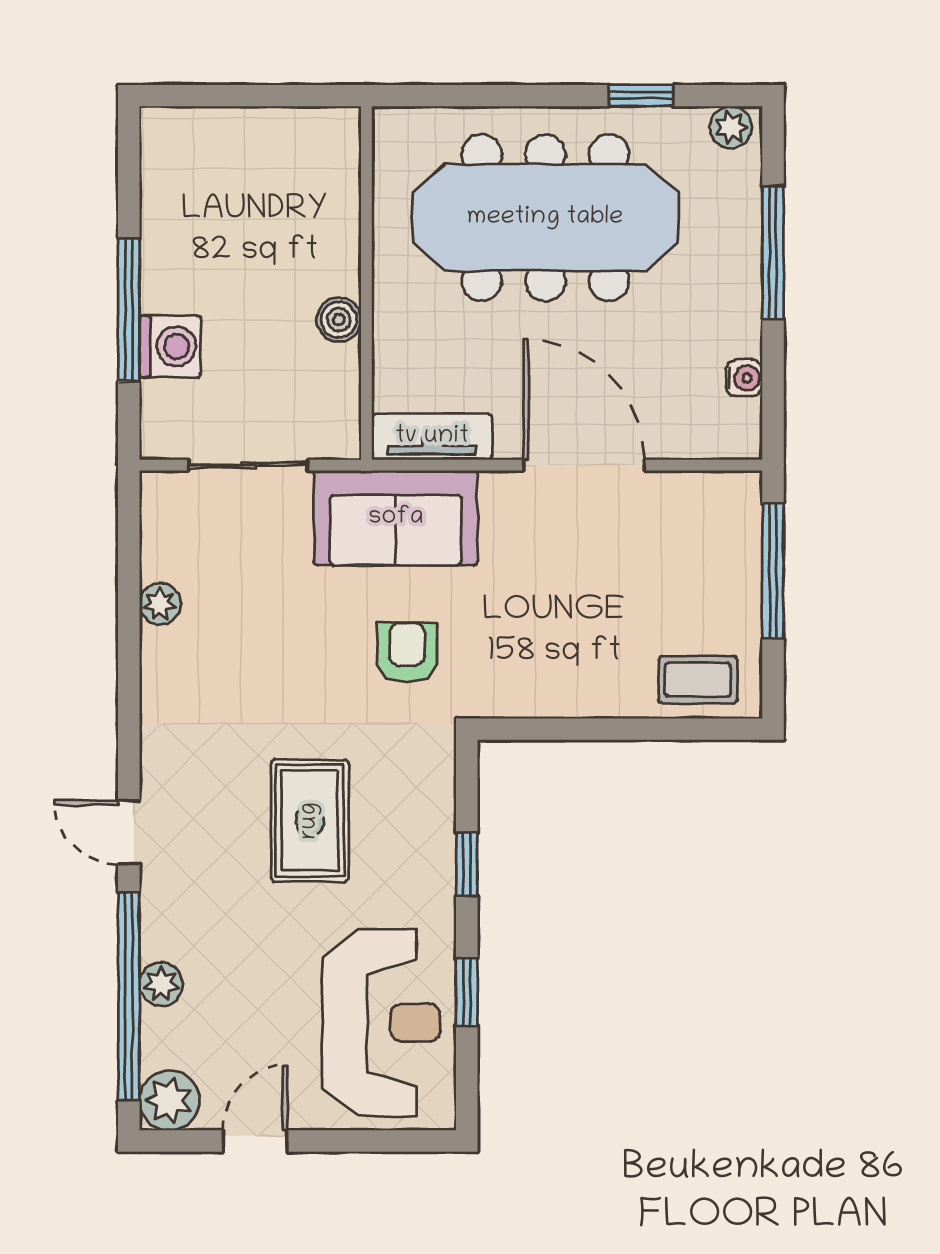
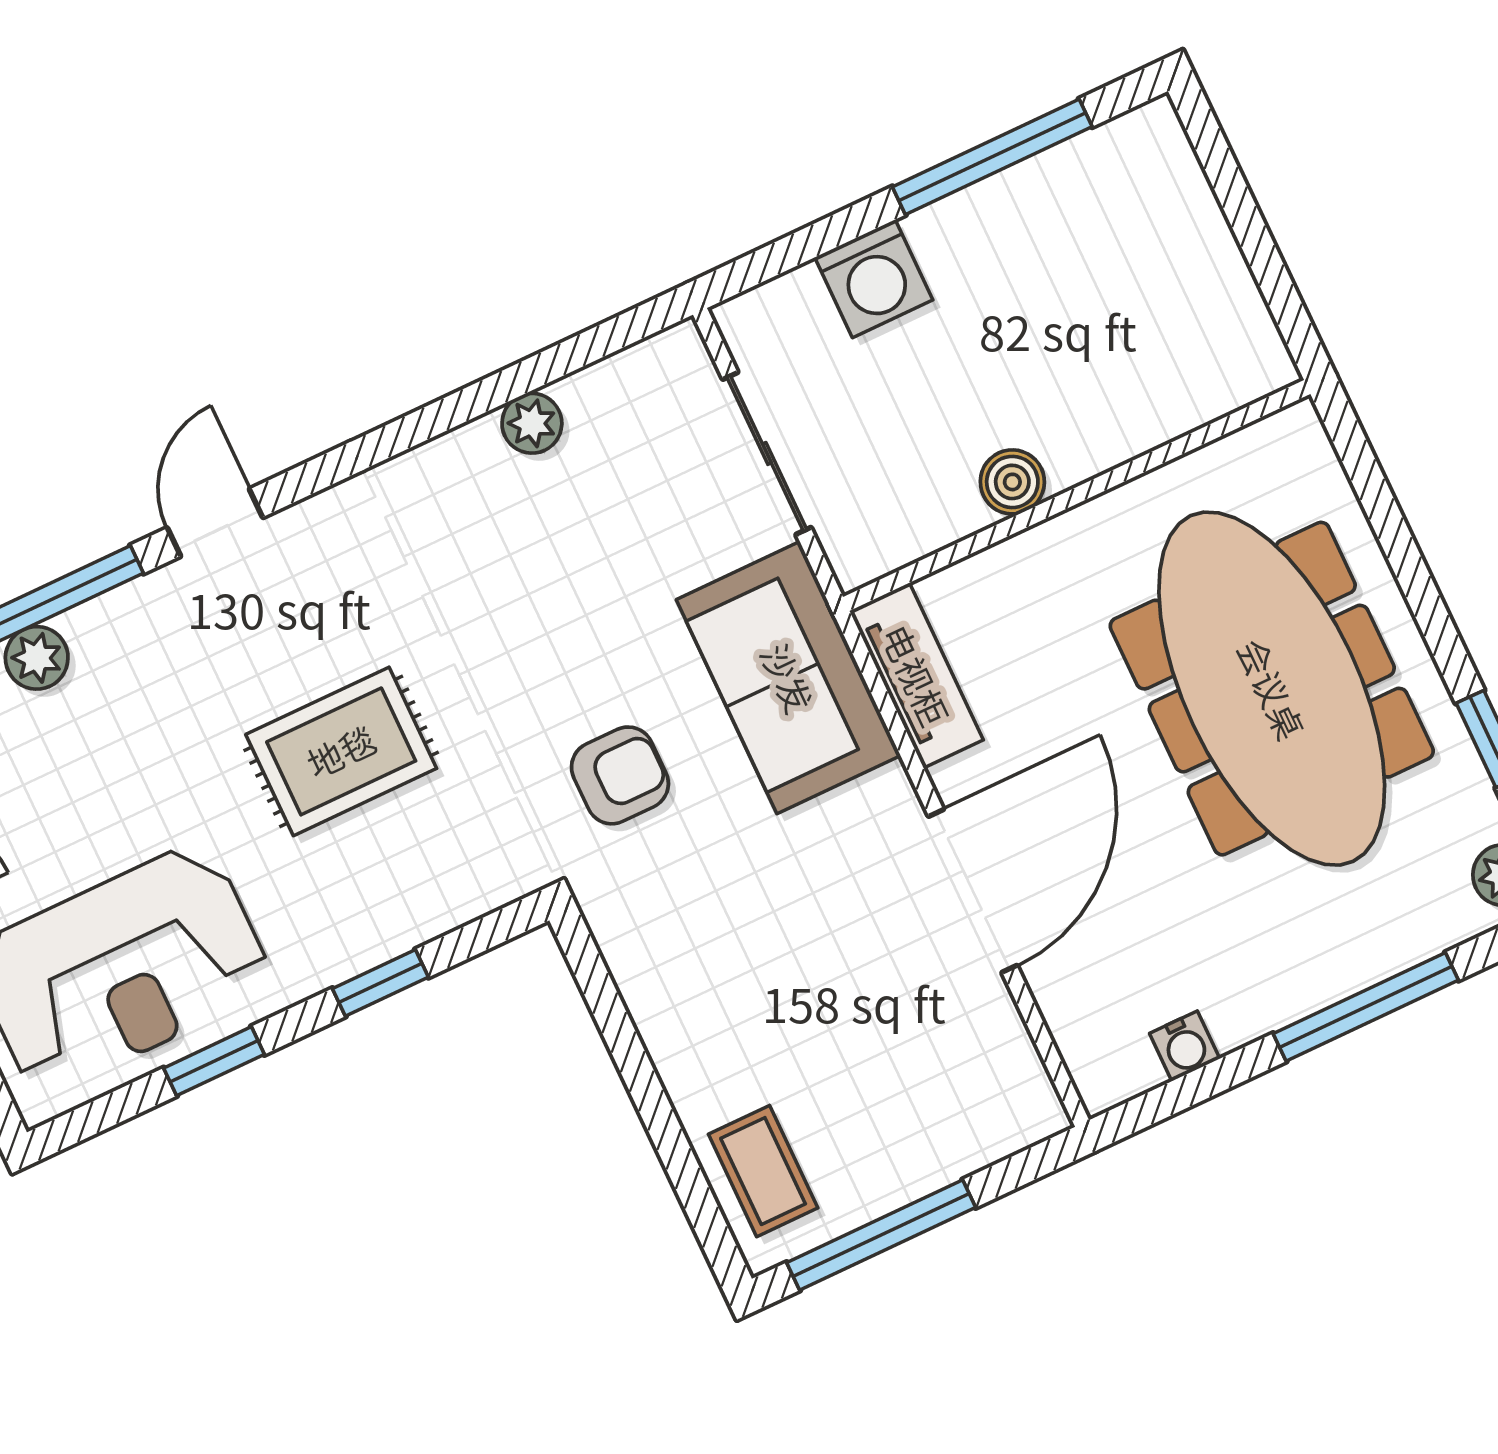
window: (129, 310) -> (992, 157), moved
window: (773, 570) -> (881, 1235), moved

